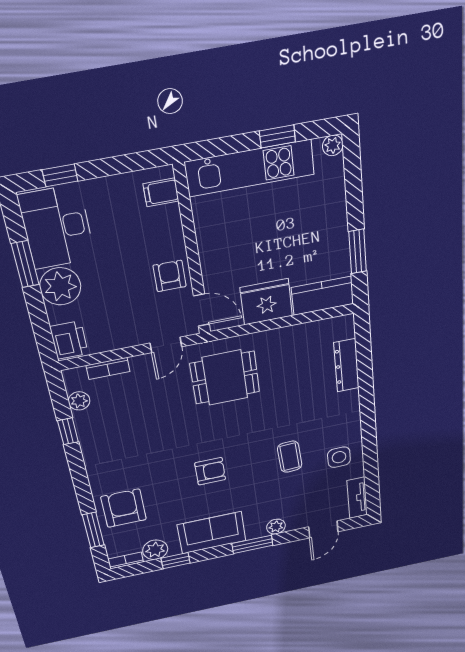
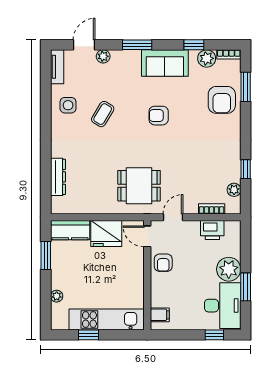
plant: (333, 145) -> (57, 296), moved
printer: (69, 340) -> (212, 230), moved, turned -90
coffee table: (290, 457) -> (103, 114), turned 34
plant: (276, 527) -> (103, 56), moved

